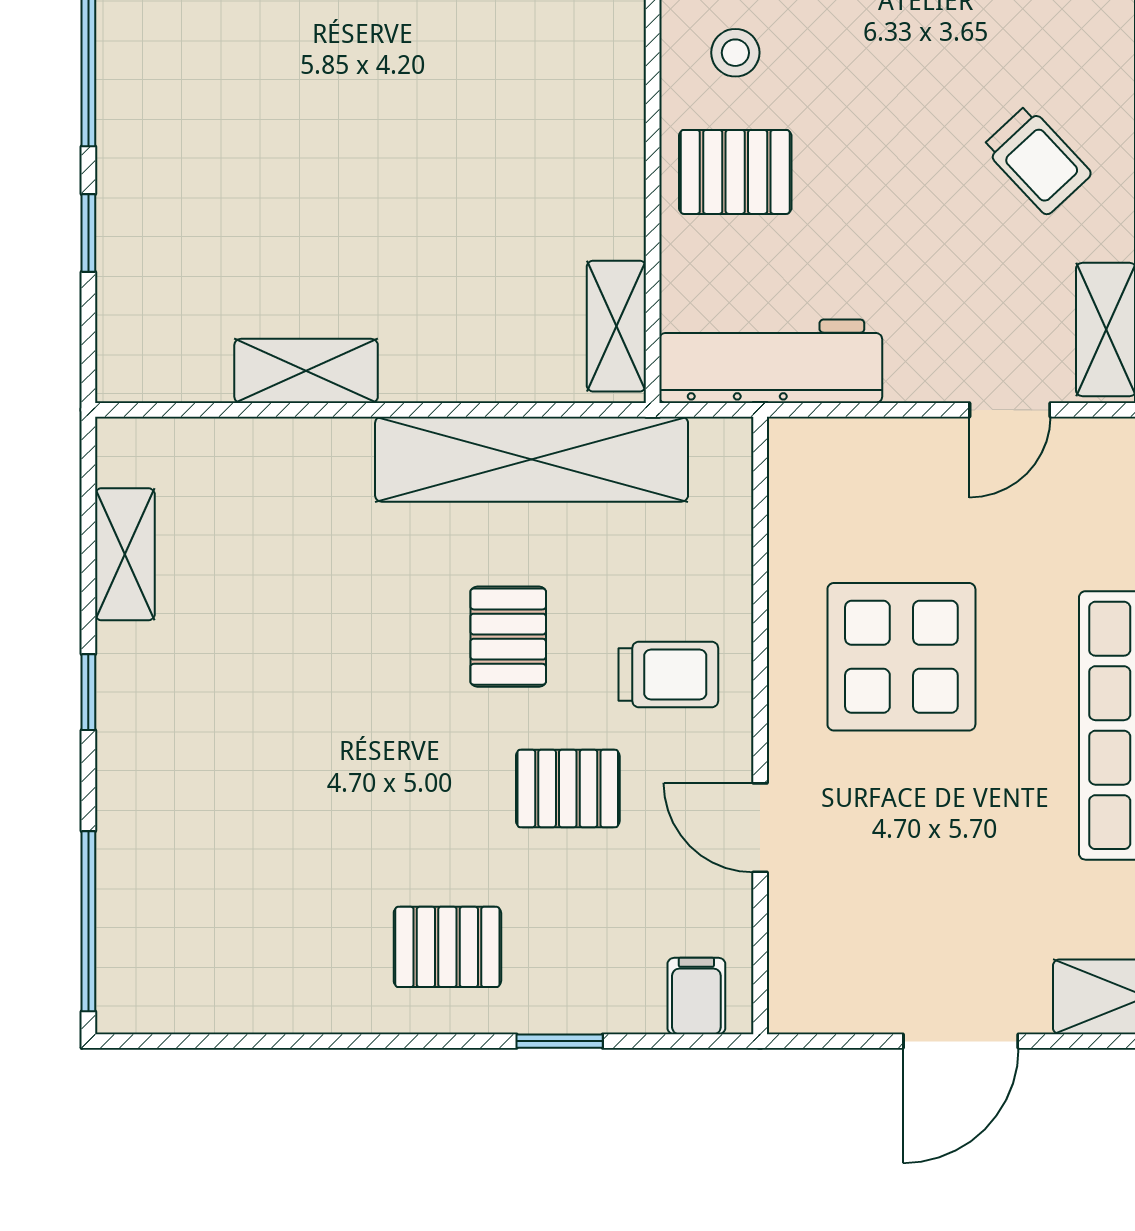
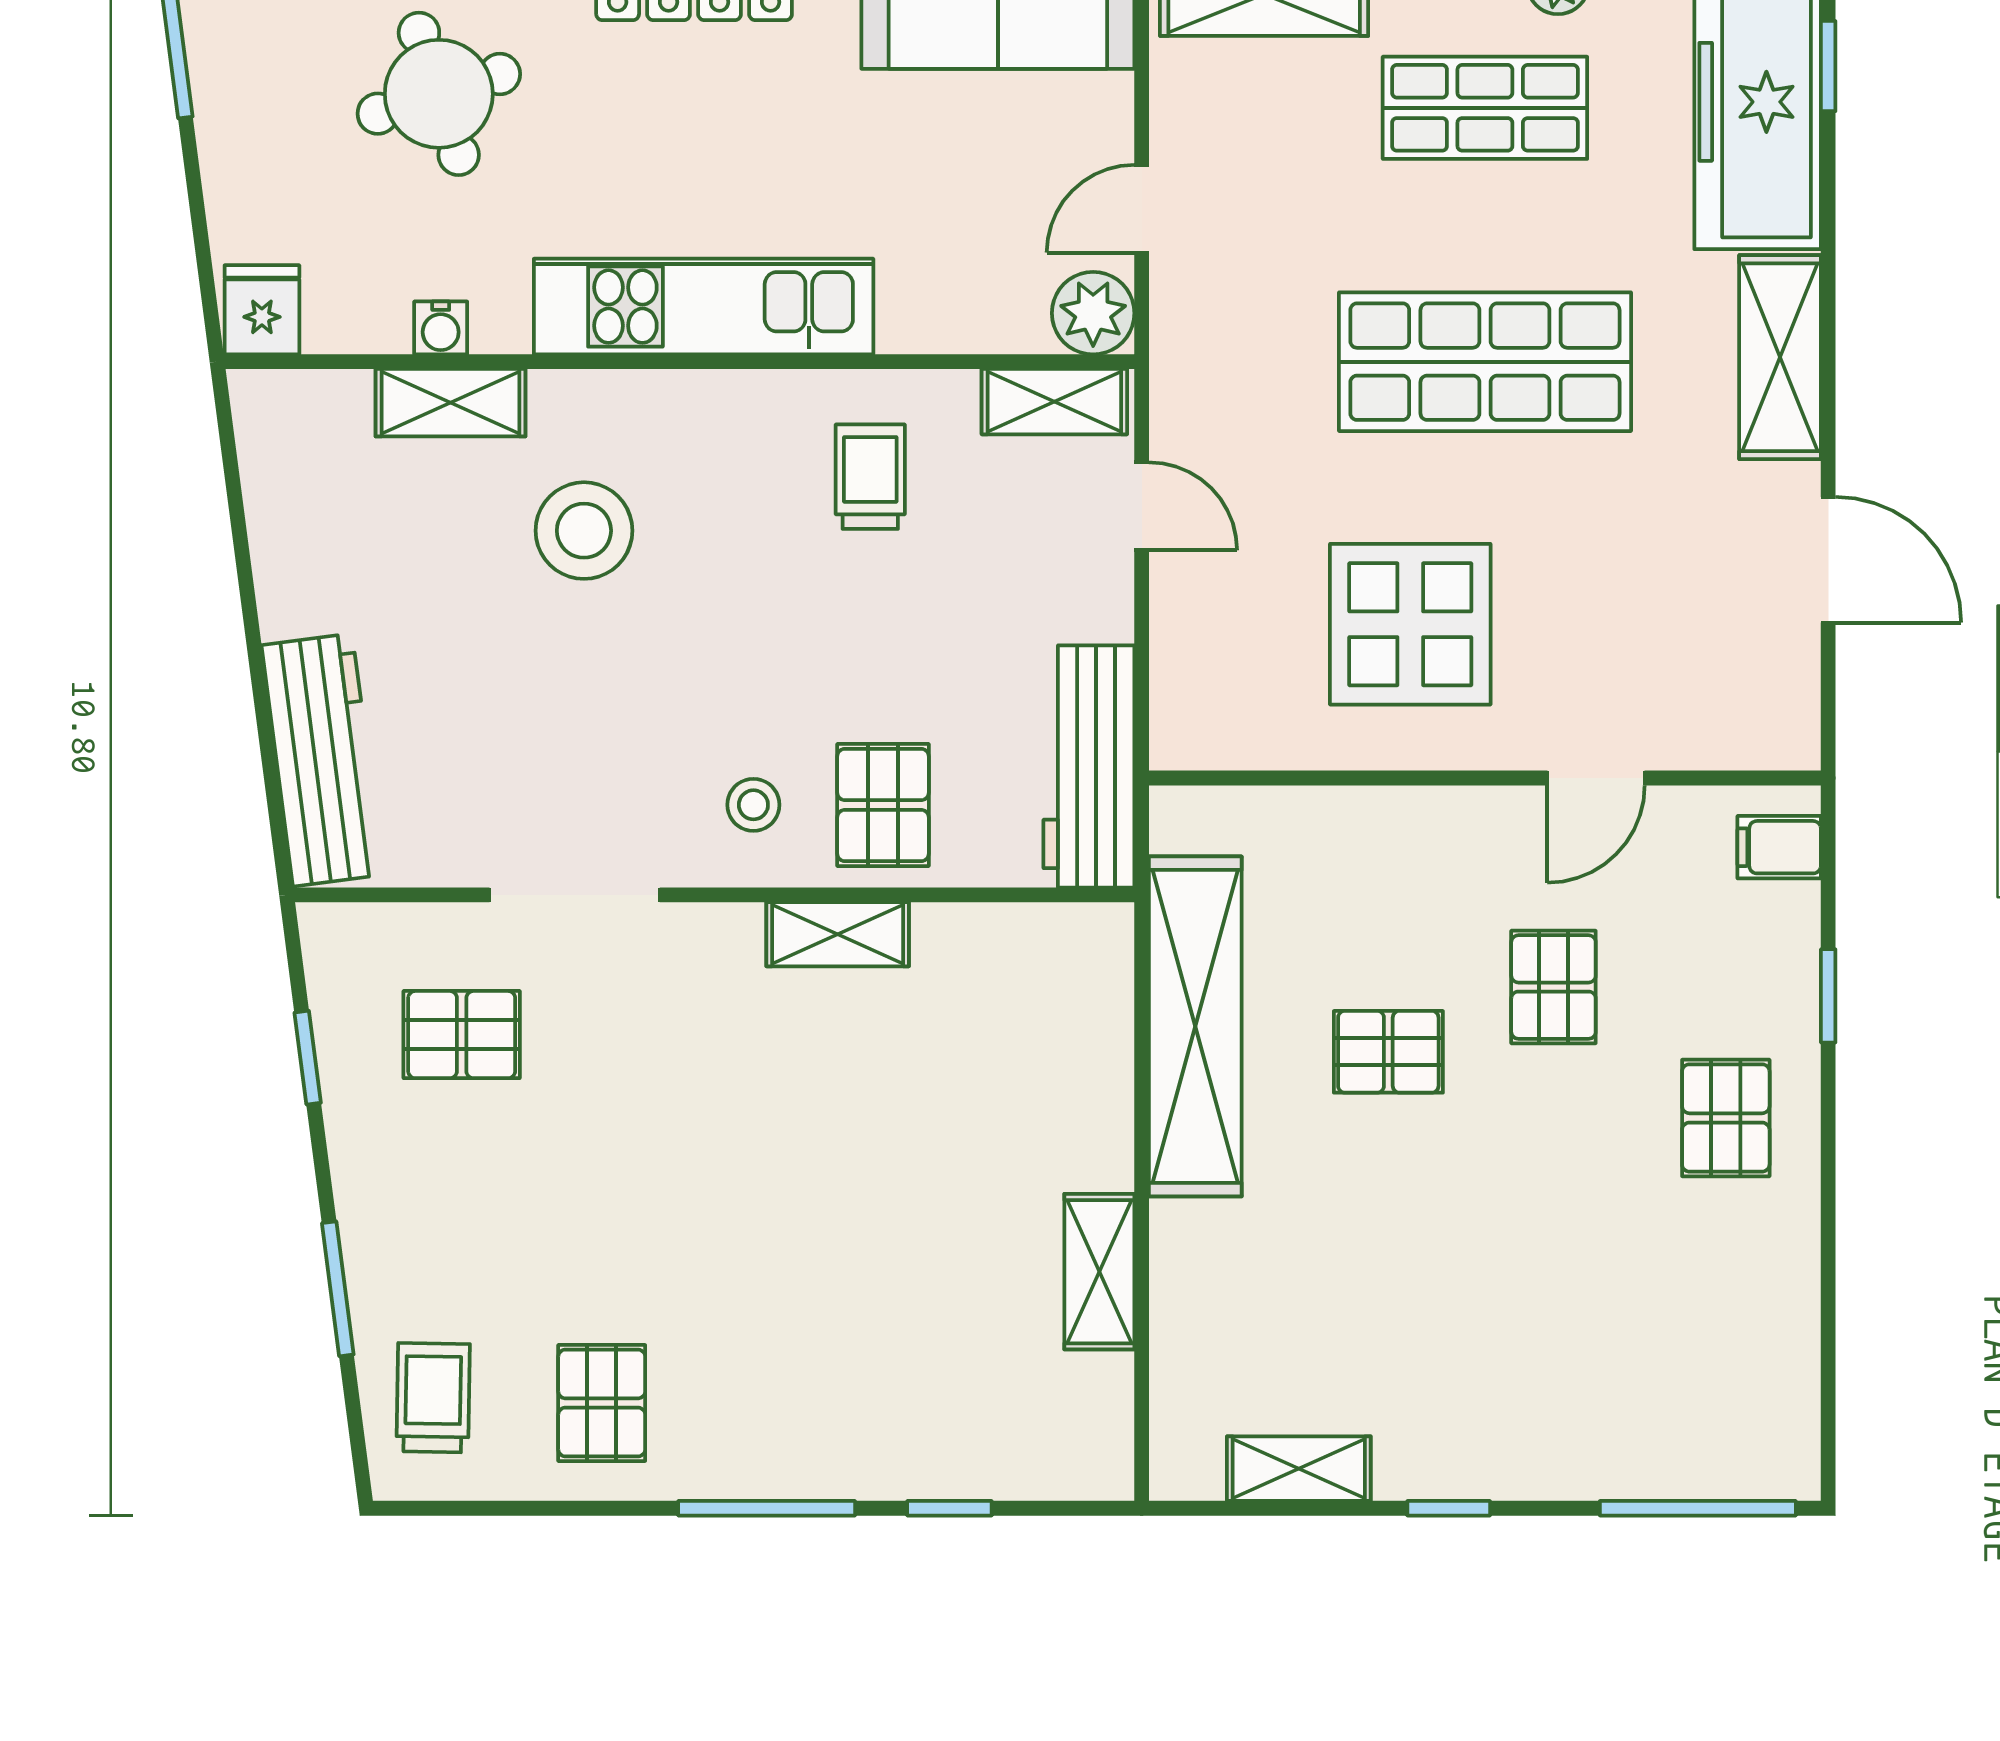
trolley: (1037, 160) -> (870, 477), turned -47
shelving: (616, 326) -> (838, 934), moved
trolley: (668, 674) -> (1430, 878), removed

